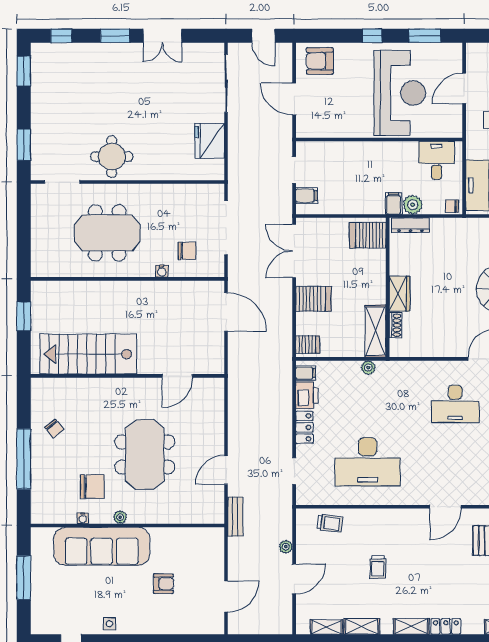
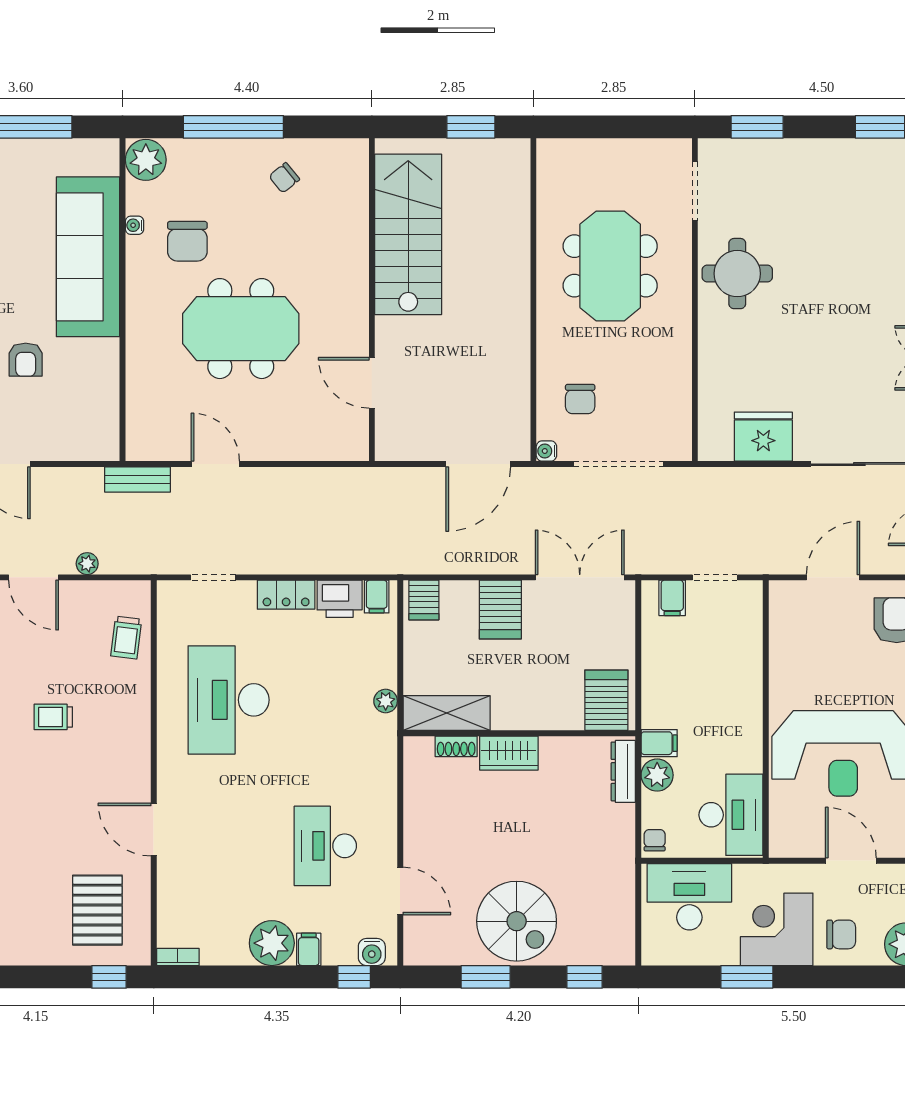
desk: (437, 160) -> (731, 815), width x1.37
water cooler: (162, 271) -> (546, 451), moved
plant: (120, 517) -> (146, 160), moved, width x1.88, depth x1.88

